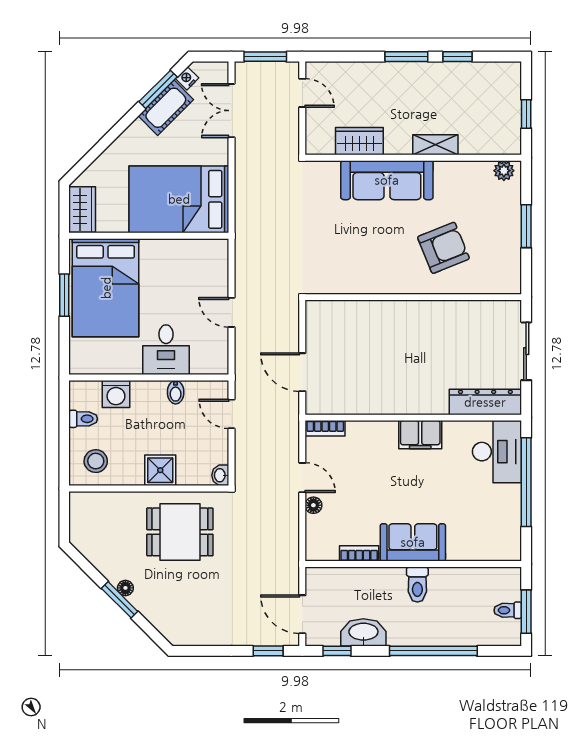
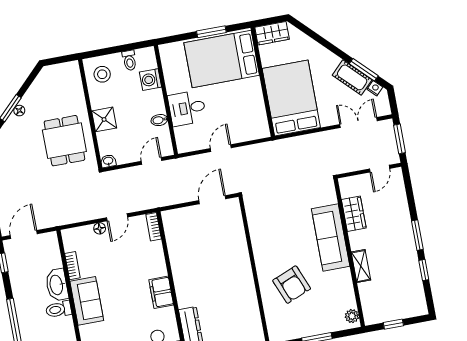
door: (302, 372) -> (212, 200), moved
washbasin: (363, 632) -> (57, 285), moved, turned 180

